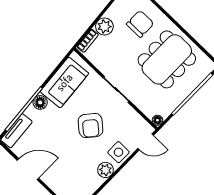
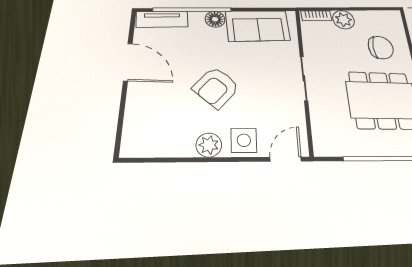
floor lamp: (157, 120) -> (321, 149), removed
armchair: (91, 126) -> (216, 87), moved
door: (146, 142) -> (286, 159), swing flipped

